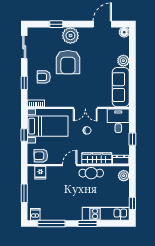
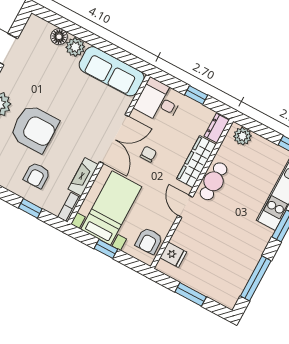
floor lamp: (124, 32) -> (59, 37), moved
fireplace: (56, 102) -> (83, 177), added
double door: (85, 108) -> (114, 139), width x1.37
dishwasher: (35, 214) -> (230, 295), removed

